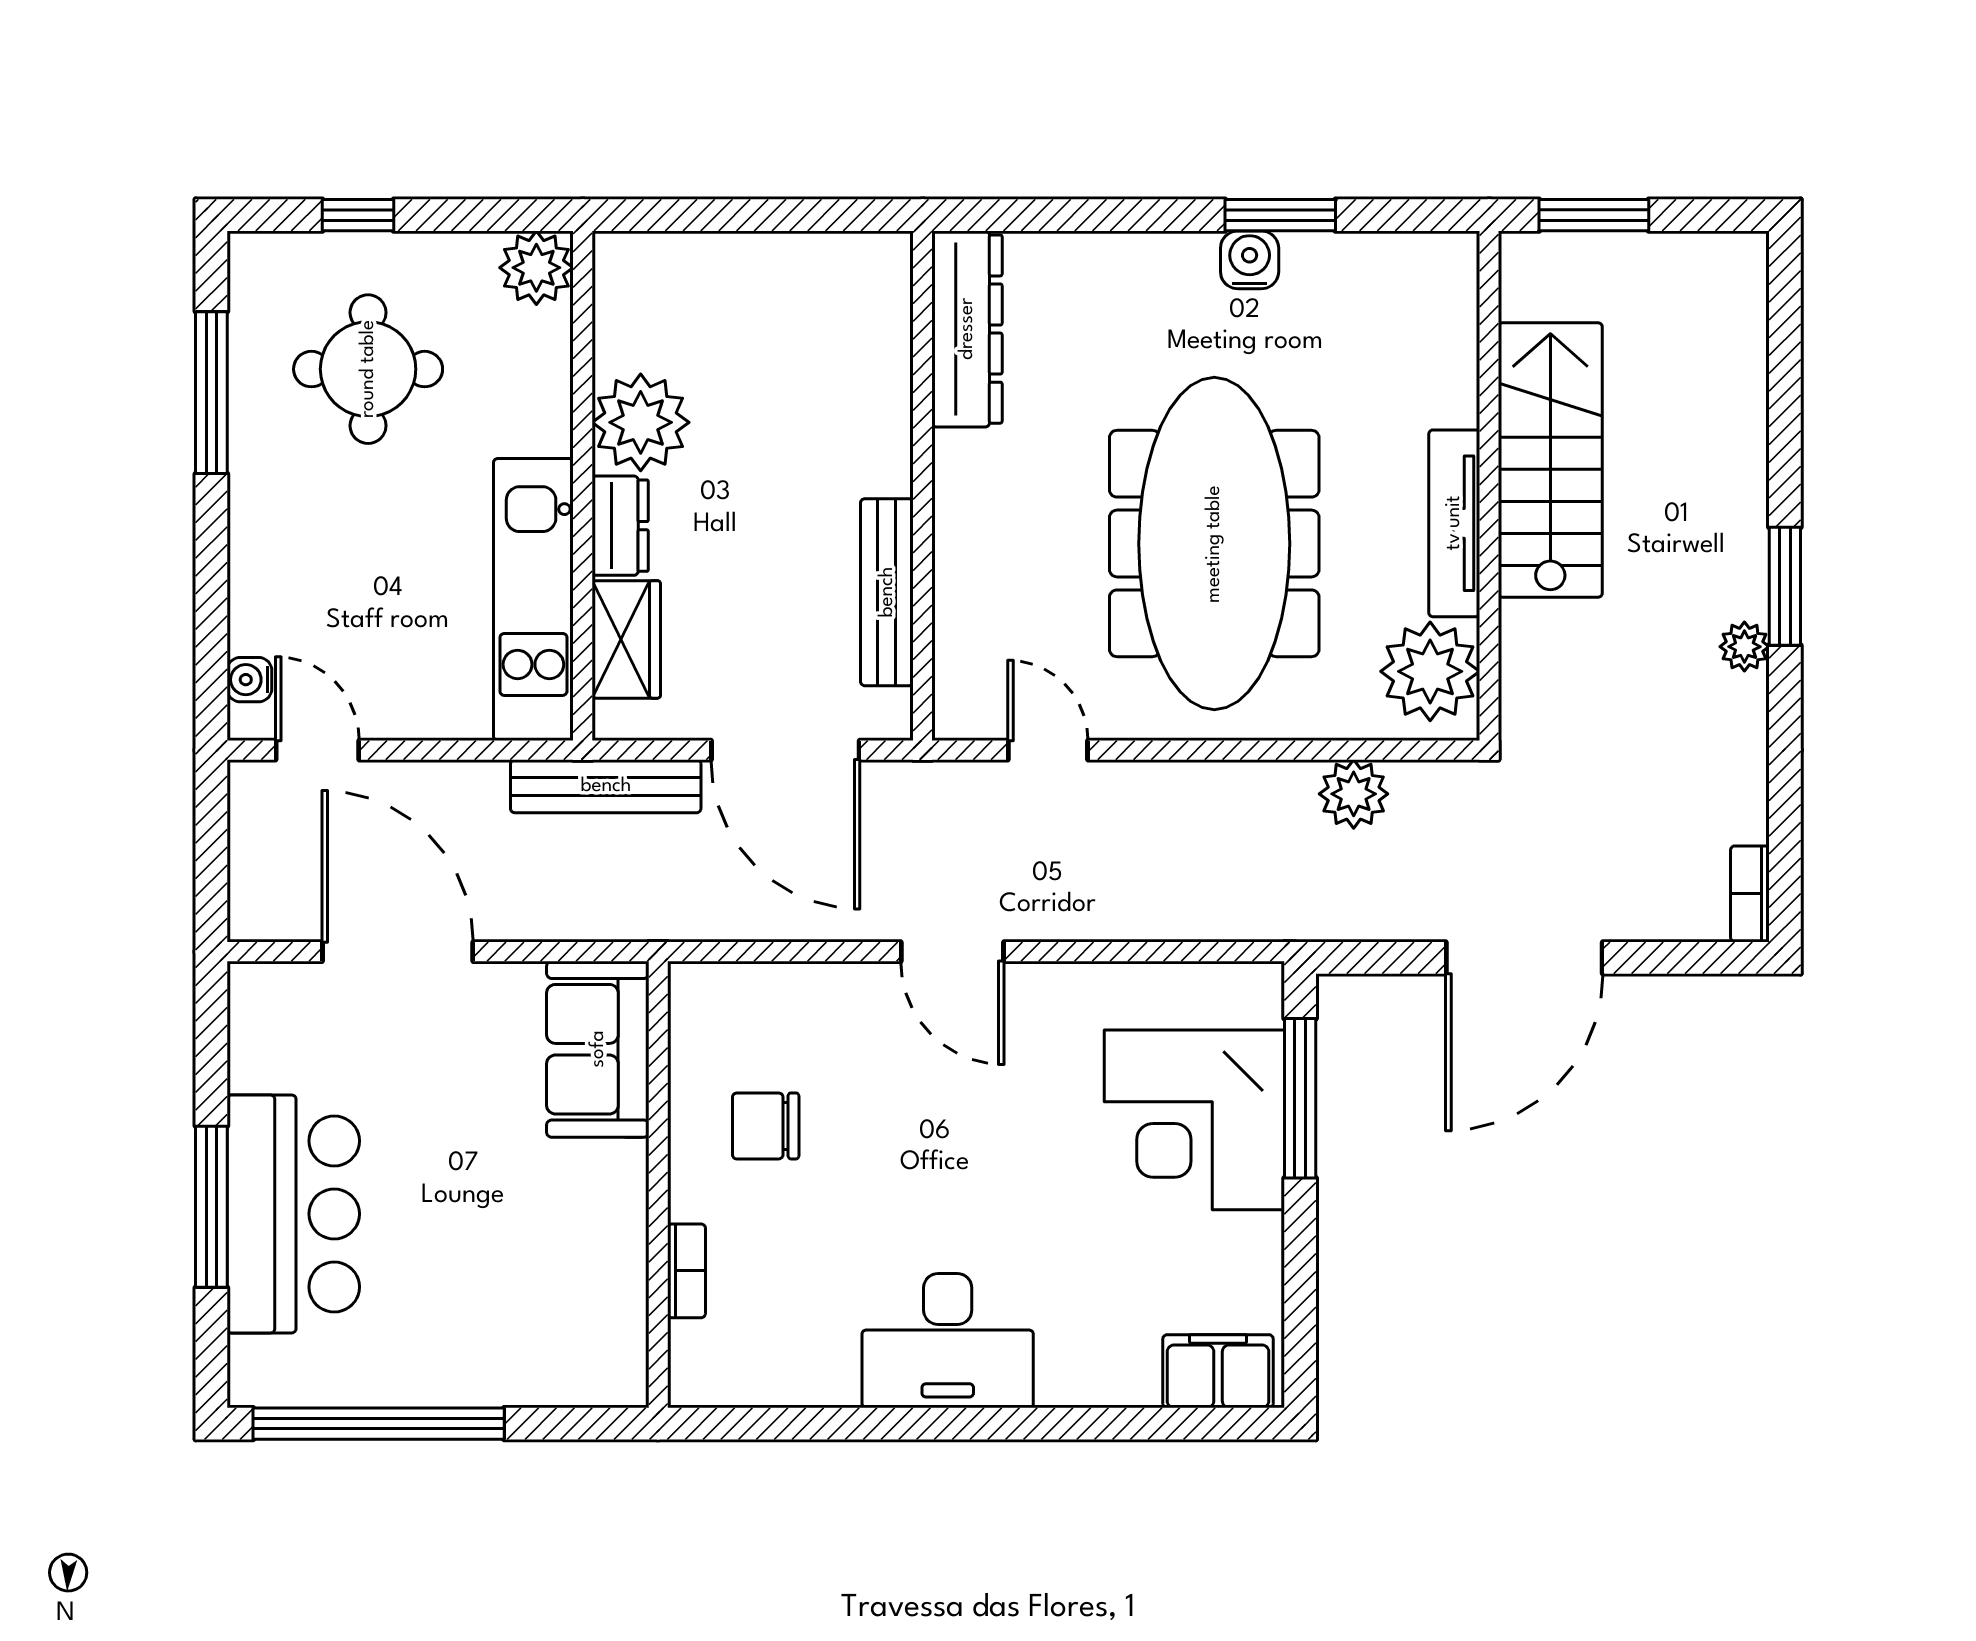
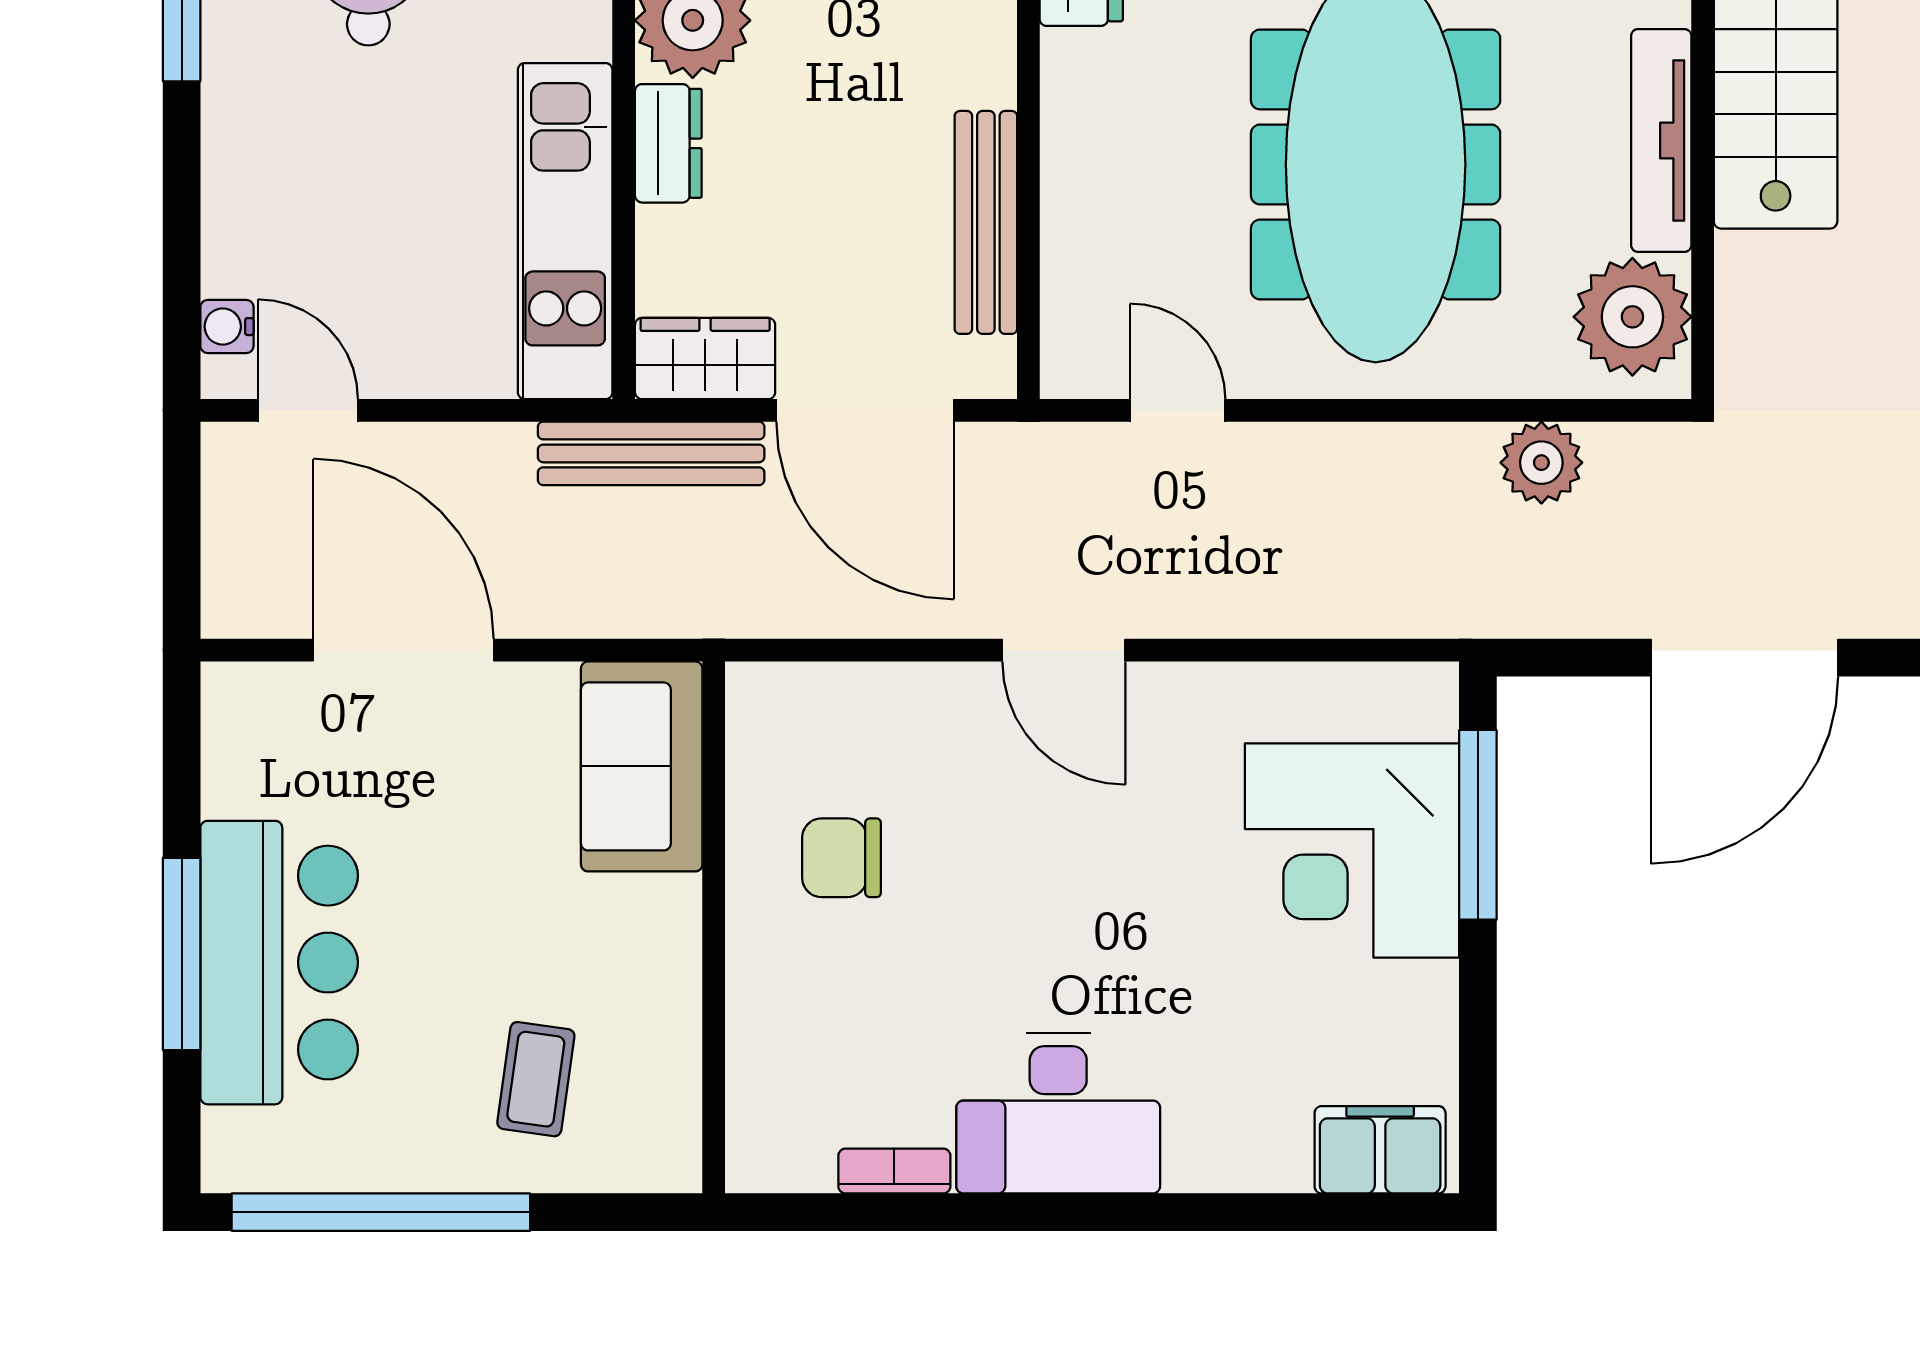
wardrobe: (626, 639) -> (705, 359), moved, turned -90
bookcase: (686, 1271) -> (894, 1171), moved, turned -90
coffee table: (509, 1312) -> (536, 1079), added

